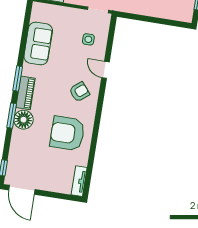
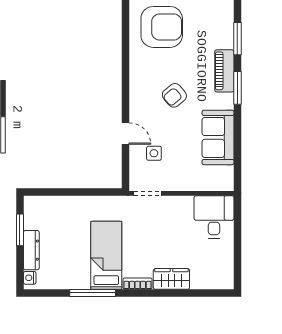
door: (105, 70) -> (125, 134), moved
armchair: (79, 92) -> (174, 95), moved
floor lamp: (23, 120) -> (221, 36), removed

